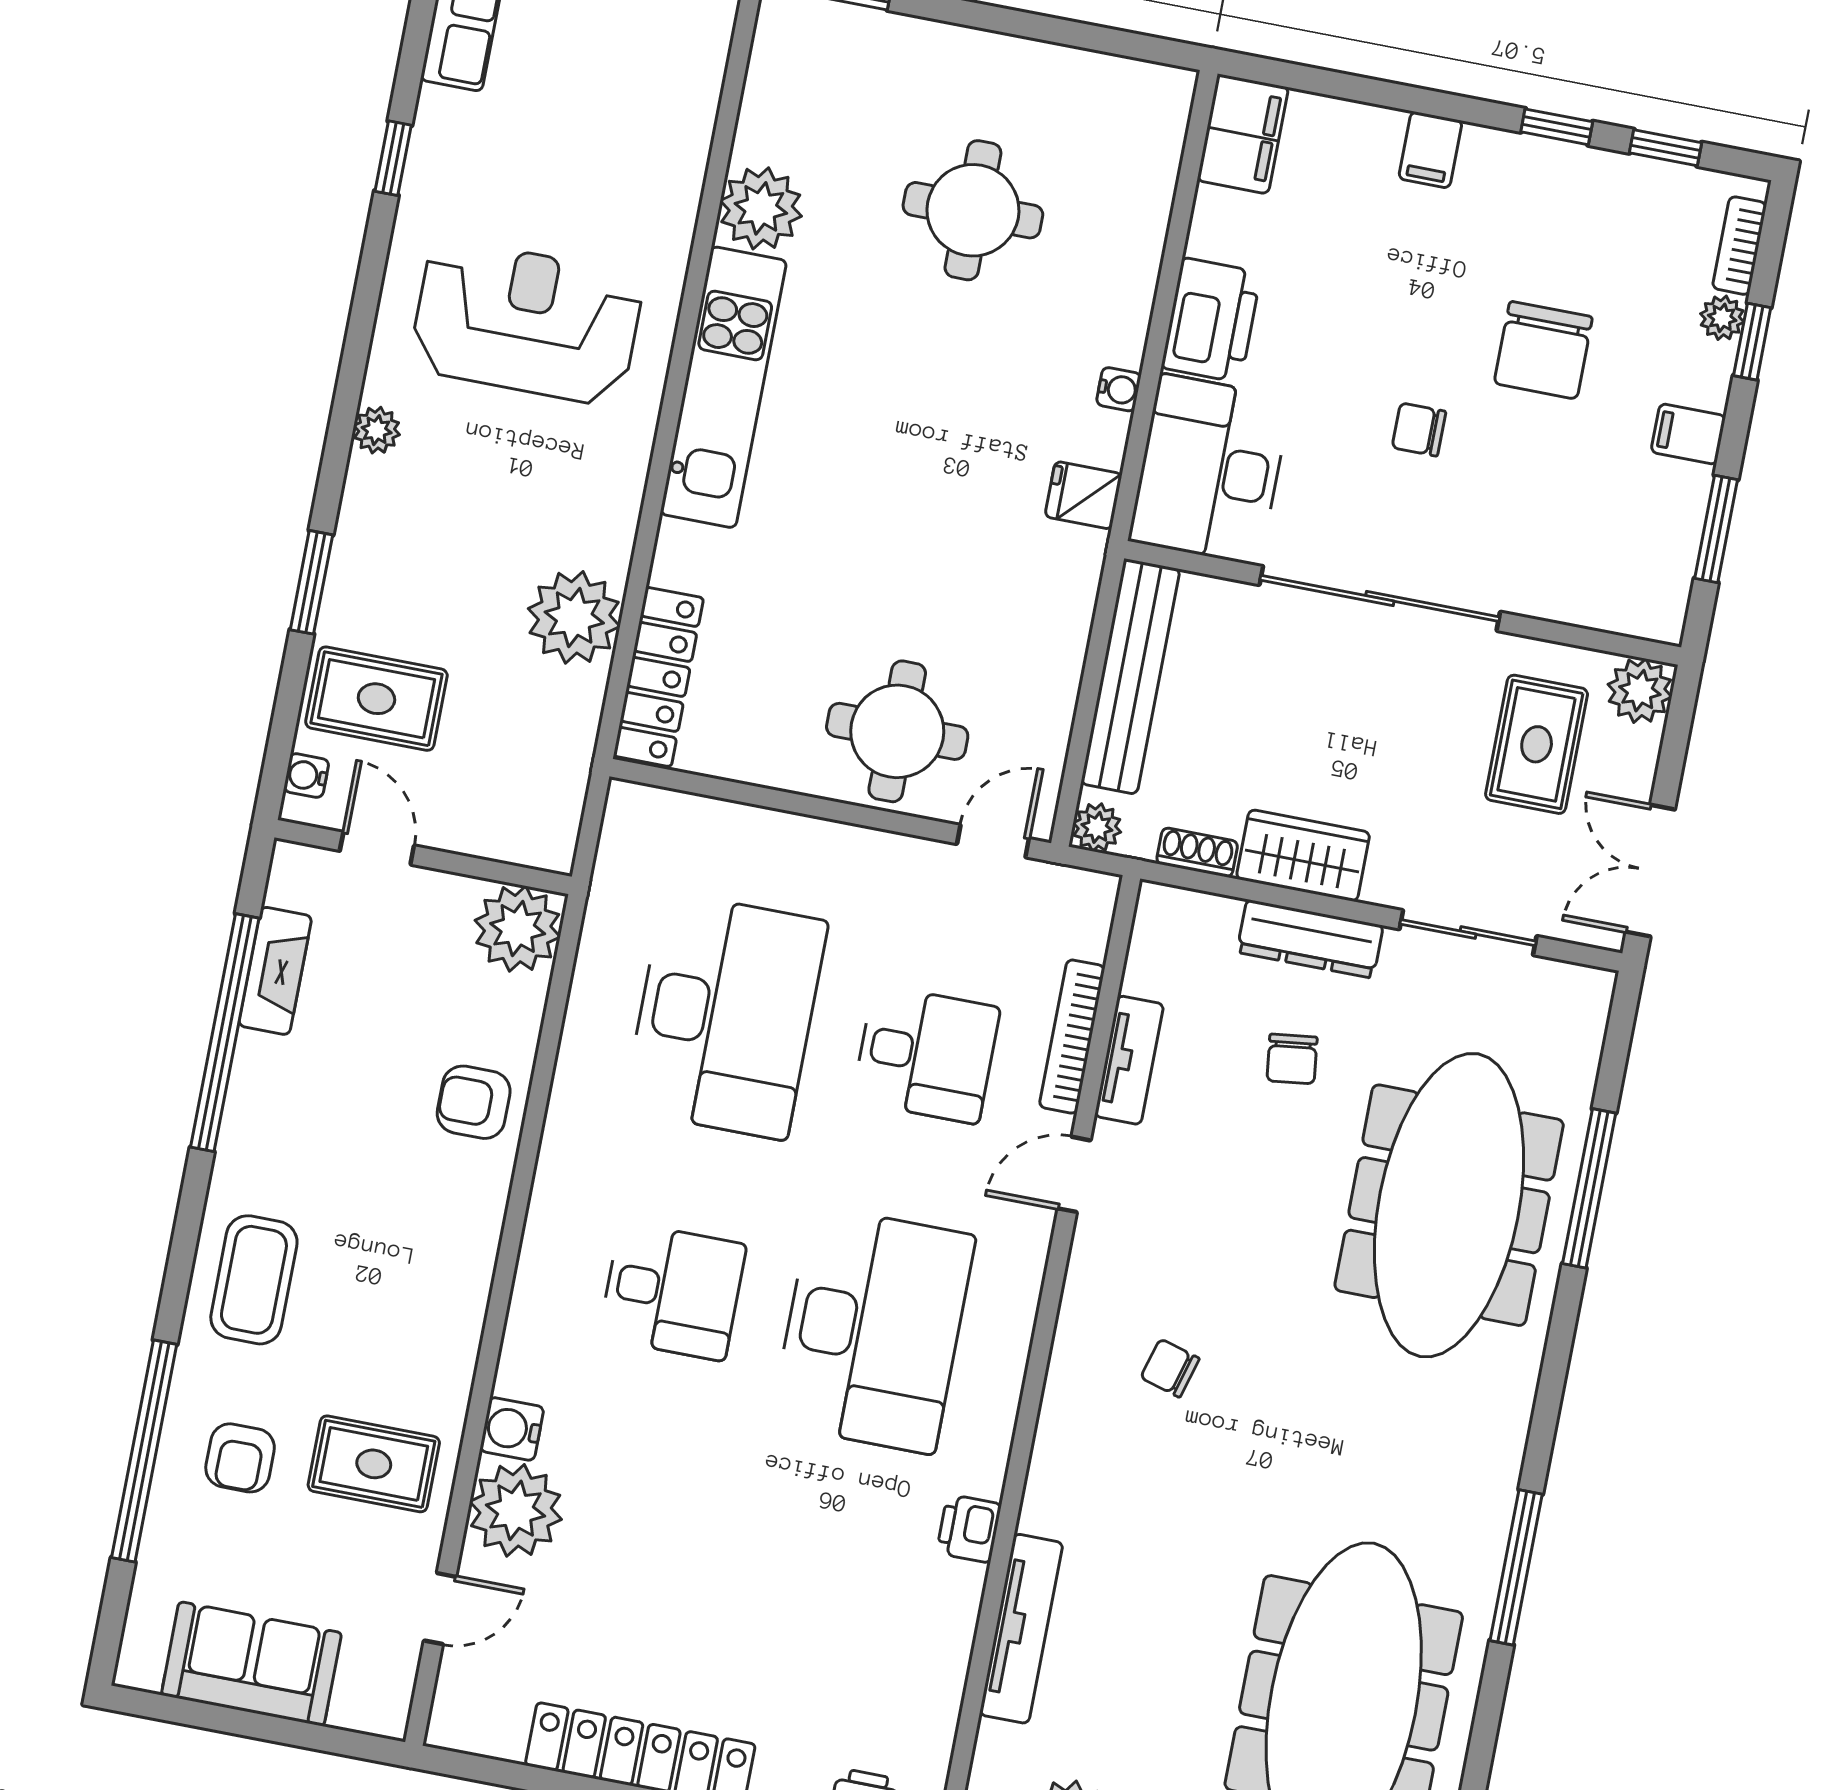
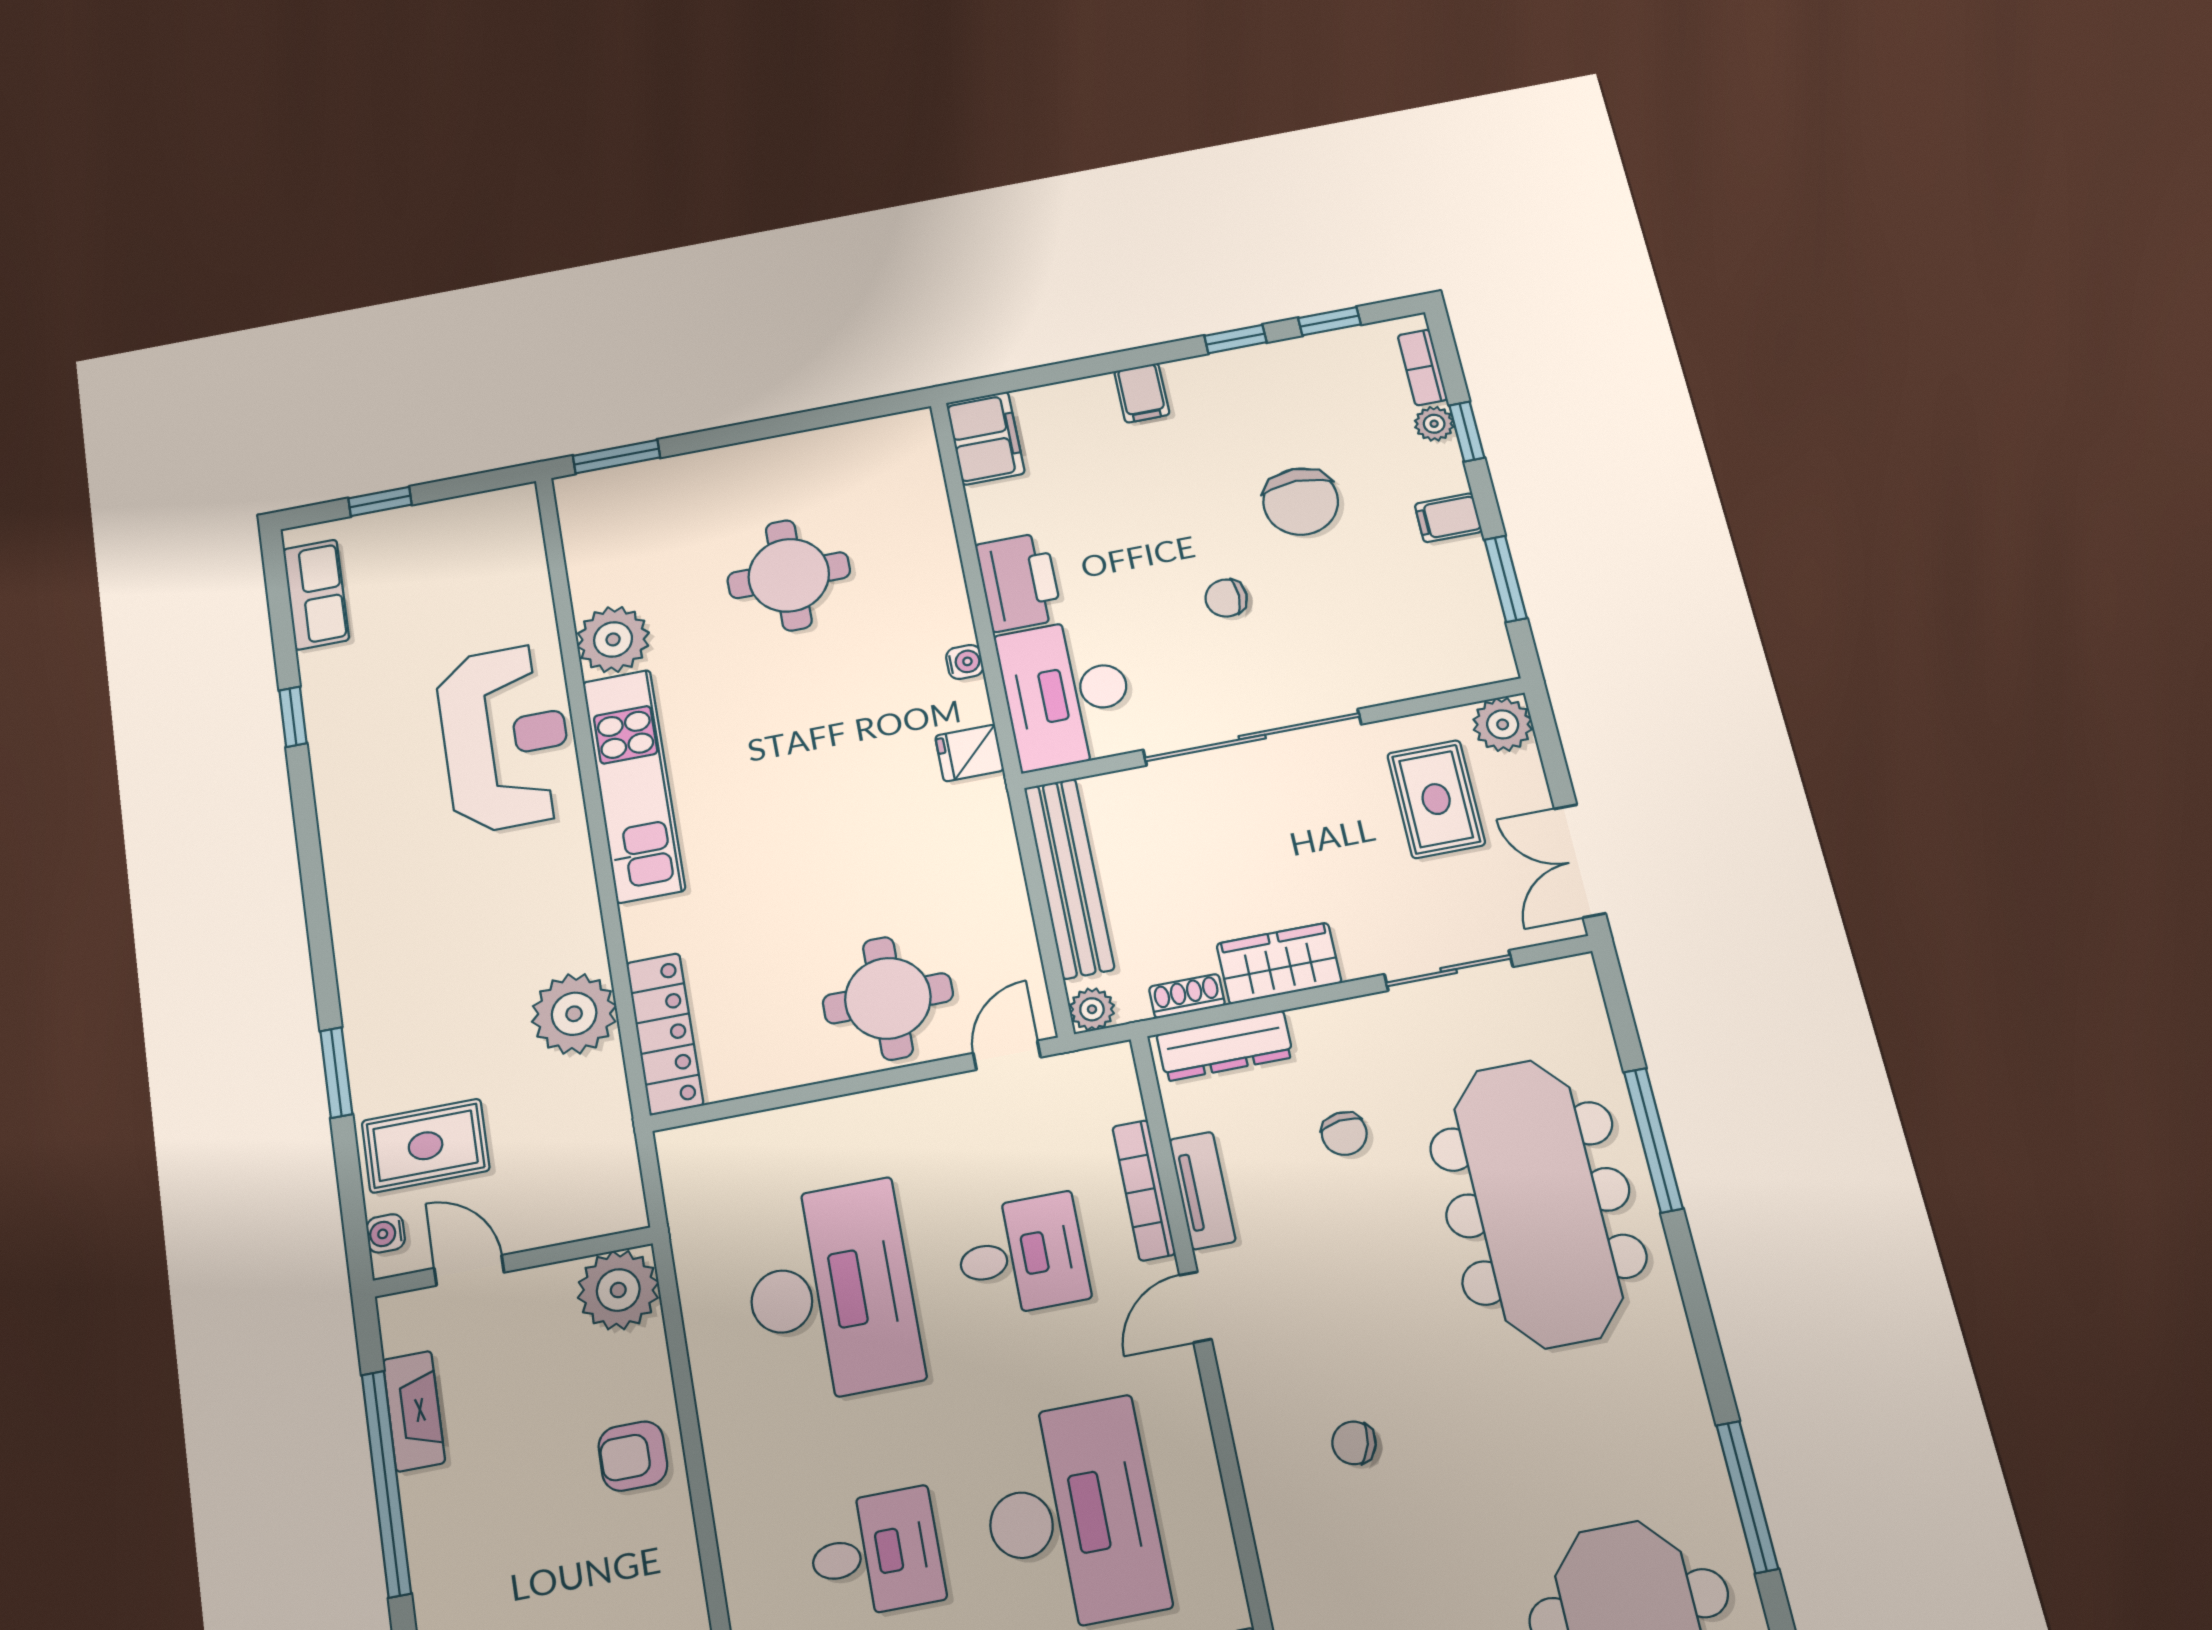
reception desk: (526, 322) -> (505, 738), moved, turned 90
plant: (377, 430) -> (351, 930), removed
dresser: (1310, 939) -> (1225, 1046), moved

